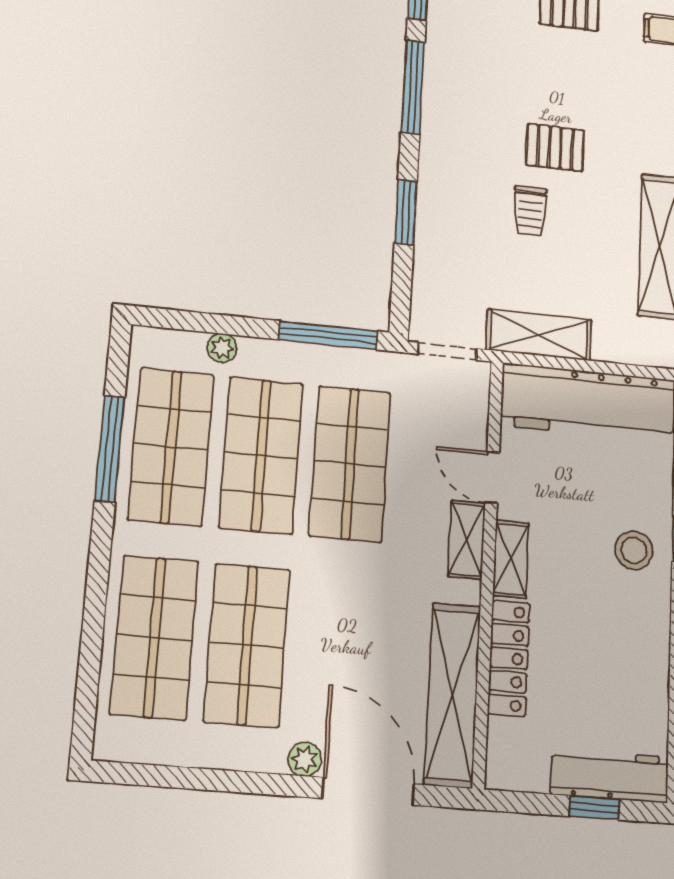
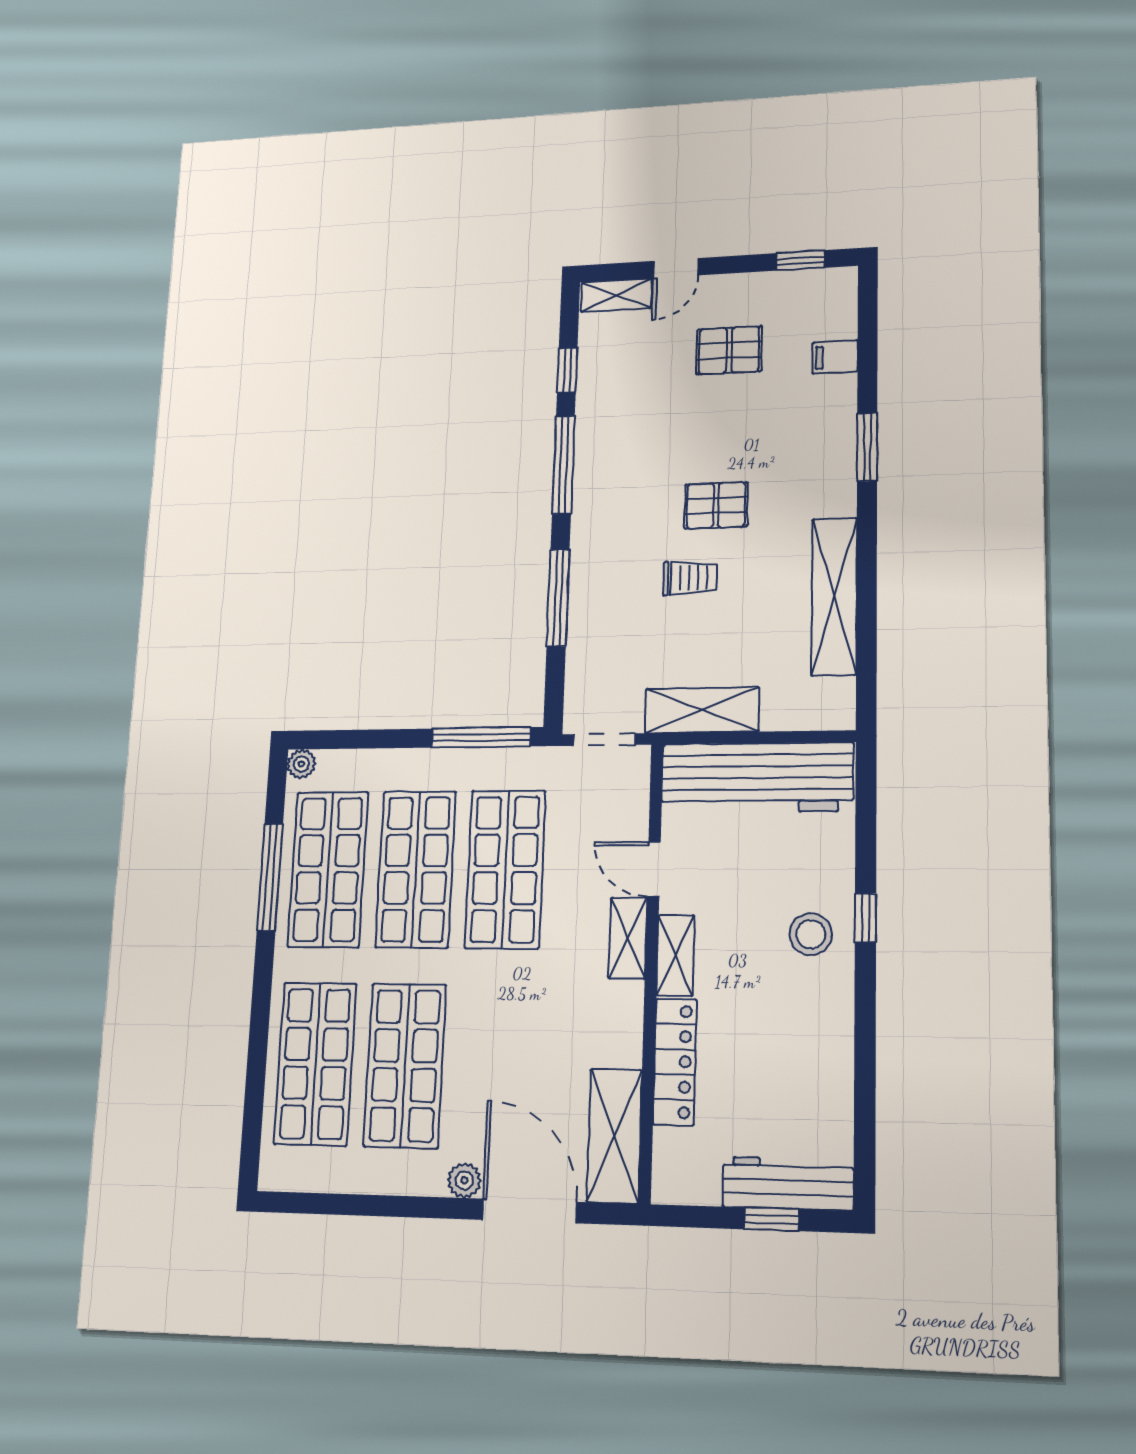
trolley: (530, 211) -> (690, 578), turned -90
window: (406, 212) -> (558, 598), width x1.44
plant: (222, 348) -> (301, 764), moved
shelving: (452, 695) -> (614, 1136), width x0.68

